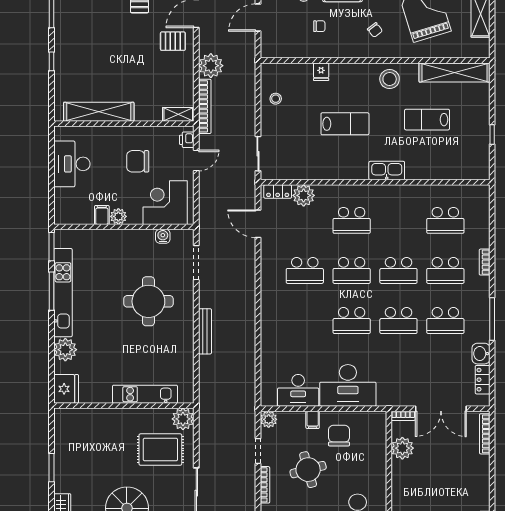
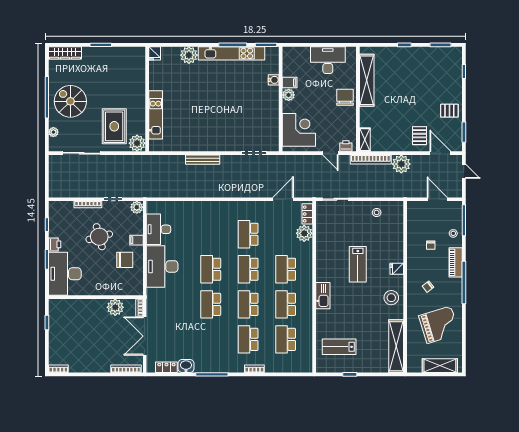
fridge: (321, 72) -> (397, 269), moved
lab bench: (427, 120) -> (339, 347), moved, turned -90
chair: (138, 161) -> (345, 97), moved
water cooler: (163, 236) -> (274, 80), moved
round table: (148, 301) -> (225, 117), removed
school desk: (445, 320) -> (286, 304), moved
fridge: (66, 389) -> (155, 53), width x0.53, depth x0.75

